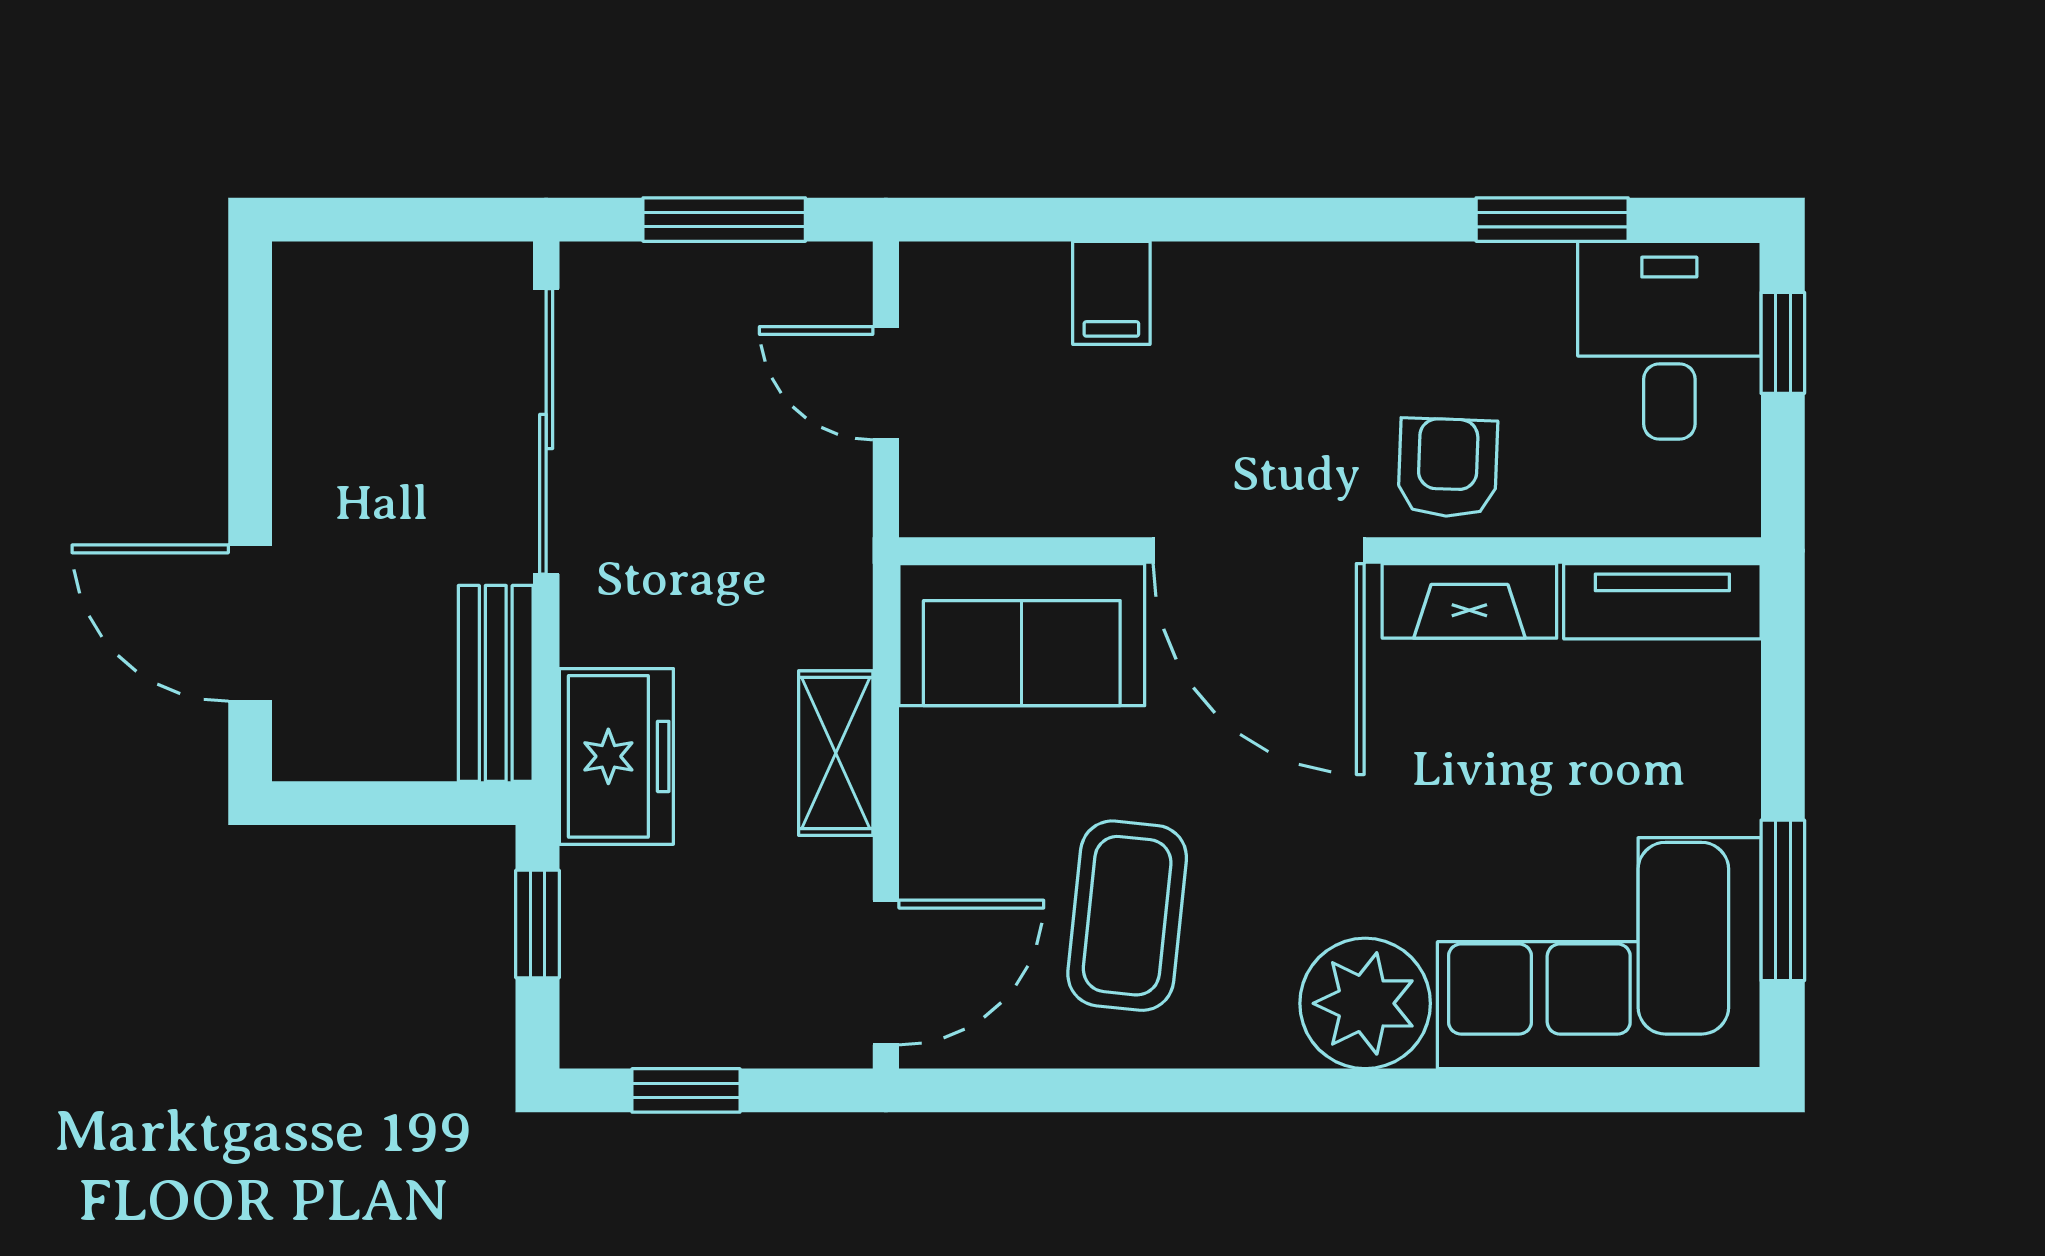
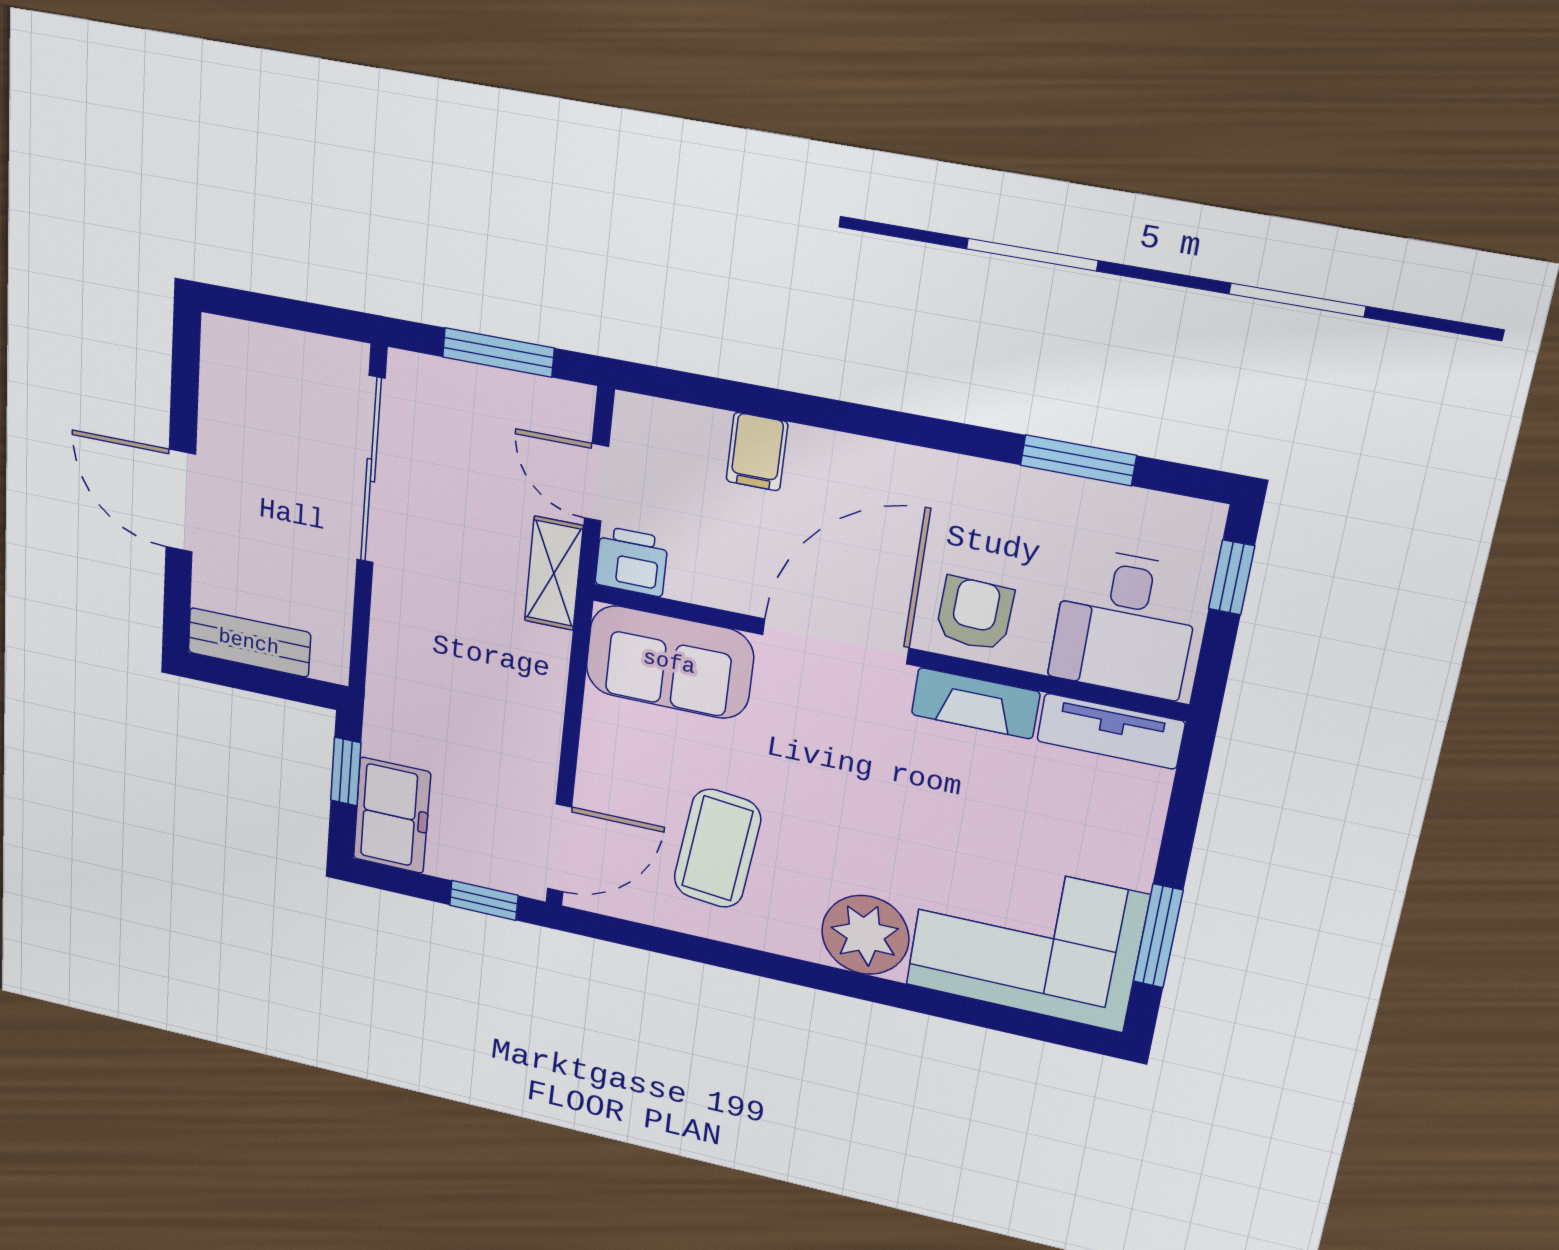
desk: (1669, 340) -> (1125, 624), moved, turned 180
printer: (949, 492) -> (632, 561), added
door: (1259, 551) -> (835, 641), swing flipped
door: (250, 623) -> (181, 501), moved
bench: (496, 683) -> (249, 642), moved, turned 90
shelving: (836, 753) -> (554, 573), moved
freezer: (616, 756) -> (392, 815), moved
window: (686, 1090) -> (484, 900), moved

